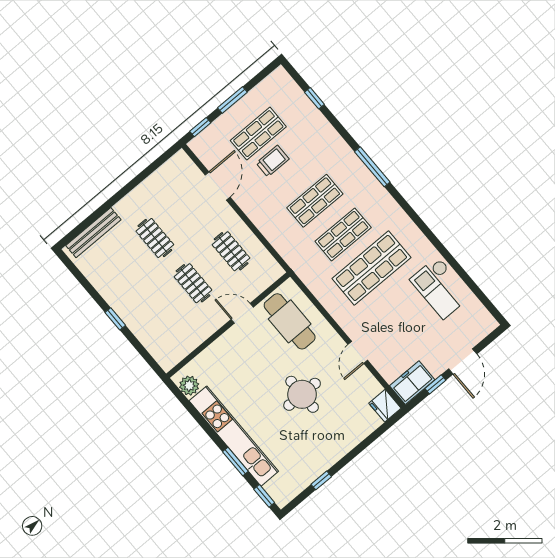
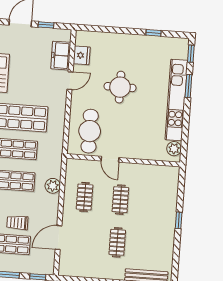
plant: (273, 232) -> (53, 186), added
freezer: (412, 383) -> (61, 56), moved, turned 90
fridge: (385, 406) -> (82, 55), moved

